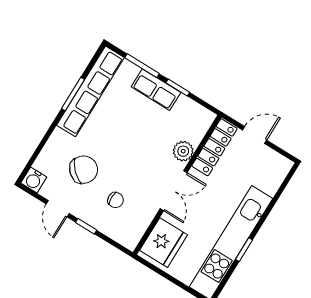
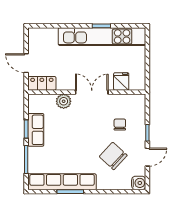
row of seats: (156, 90) -> (36, 130), moved
locker: (214, 147) -> (42, 83), width x0.66
fridge: (164, 243) -> (121, 81), width x0.53, depth x0.75

